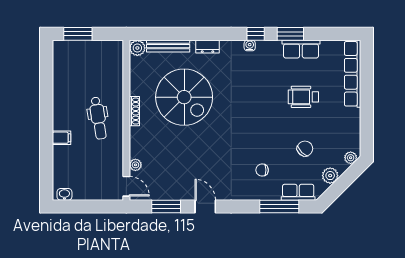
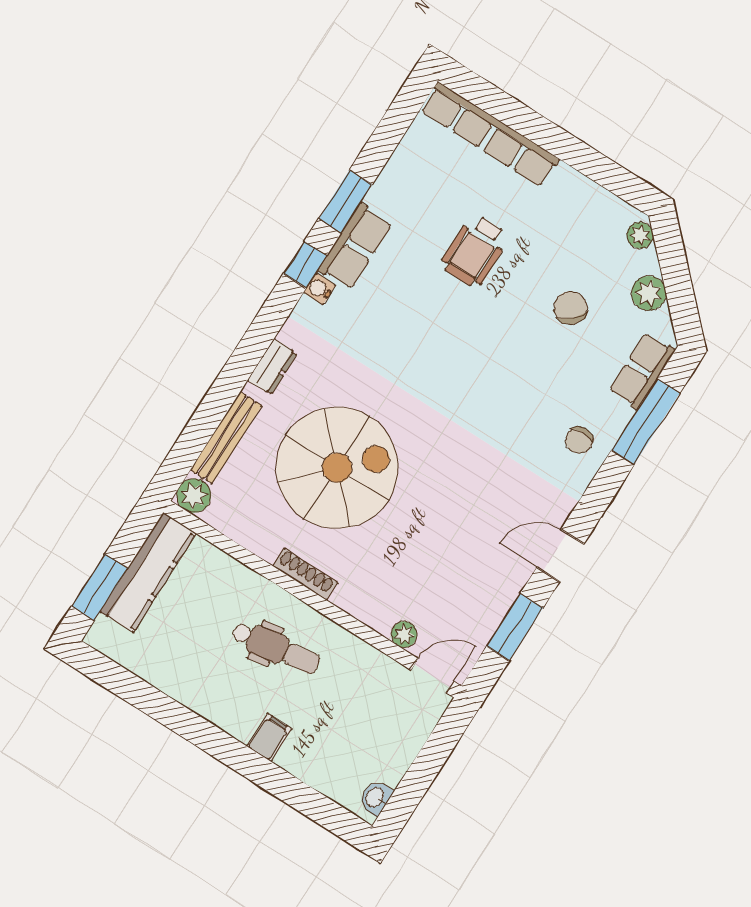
kitchen counter: (96, 49) -> (148, 572), added
row of seats: (301, 49) -> (355, 247), moved
chair: (262, 170) -> (579, 440), moved

